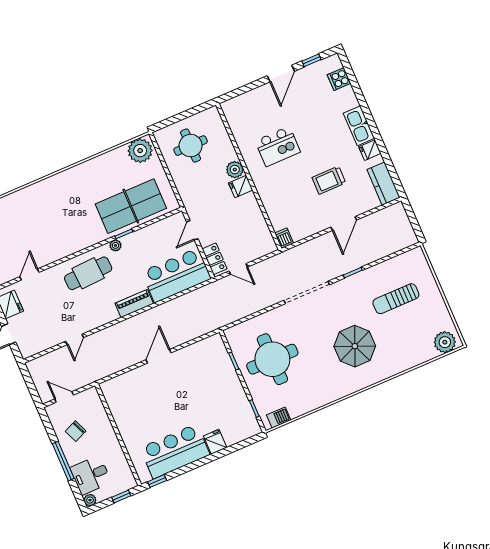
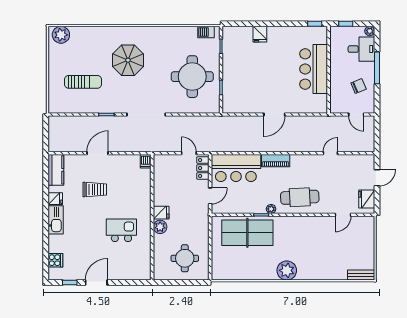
plant: (140, 151) -> (287, 270), moved
bar counter: (175, 451) -> (314, 69), moved, turned 90

